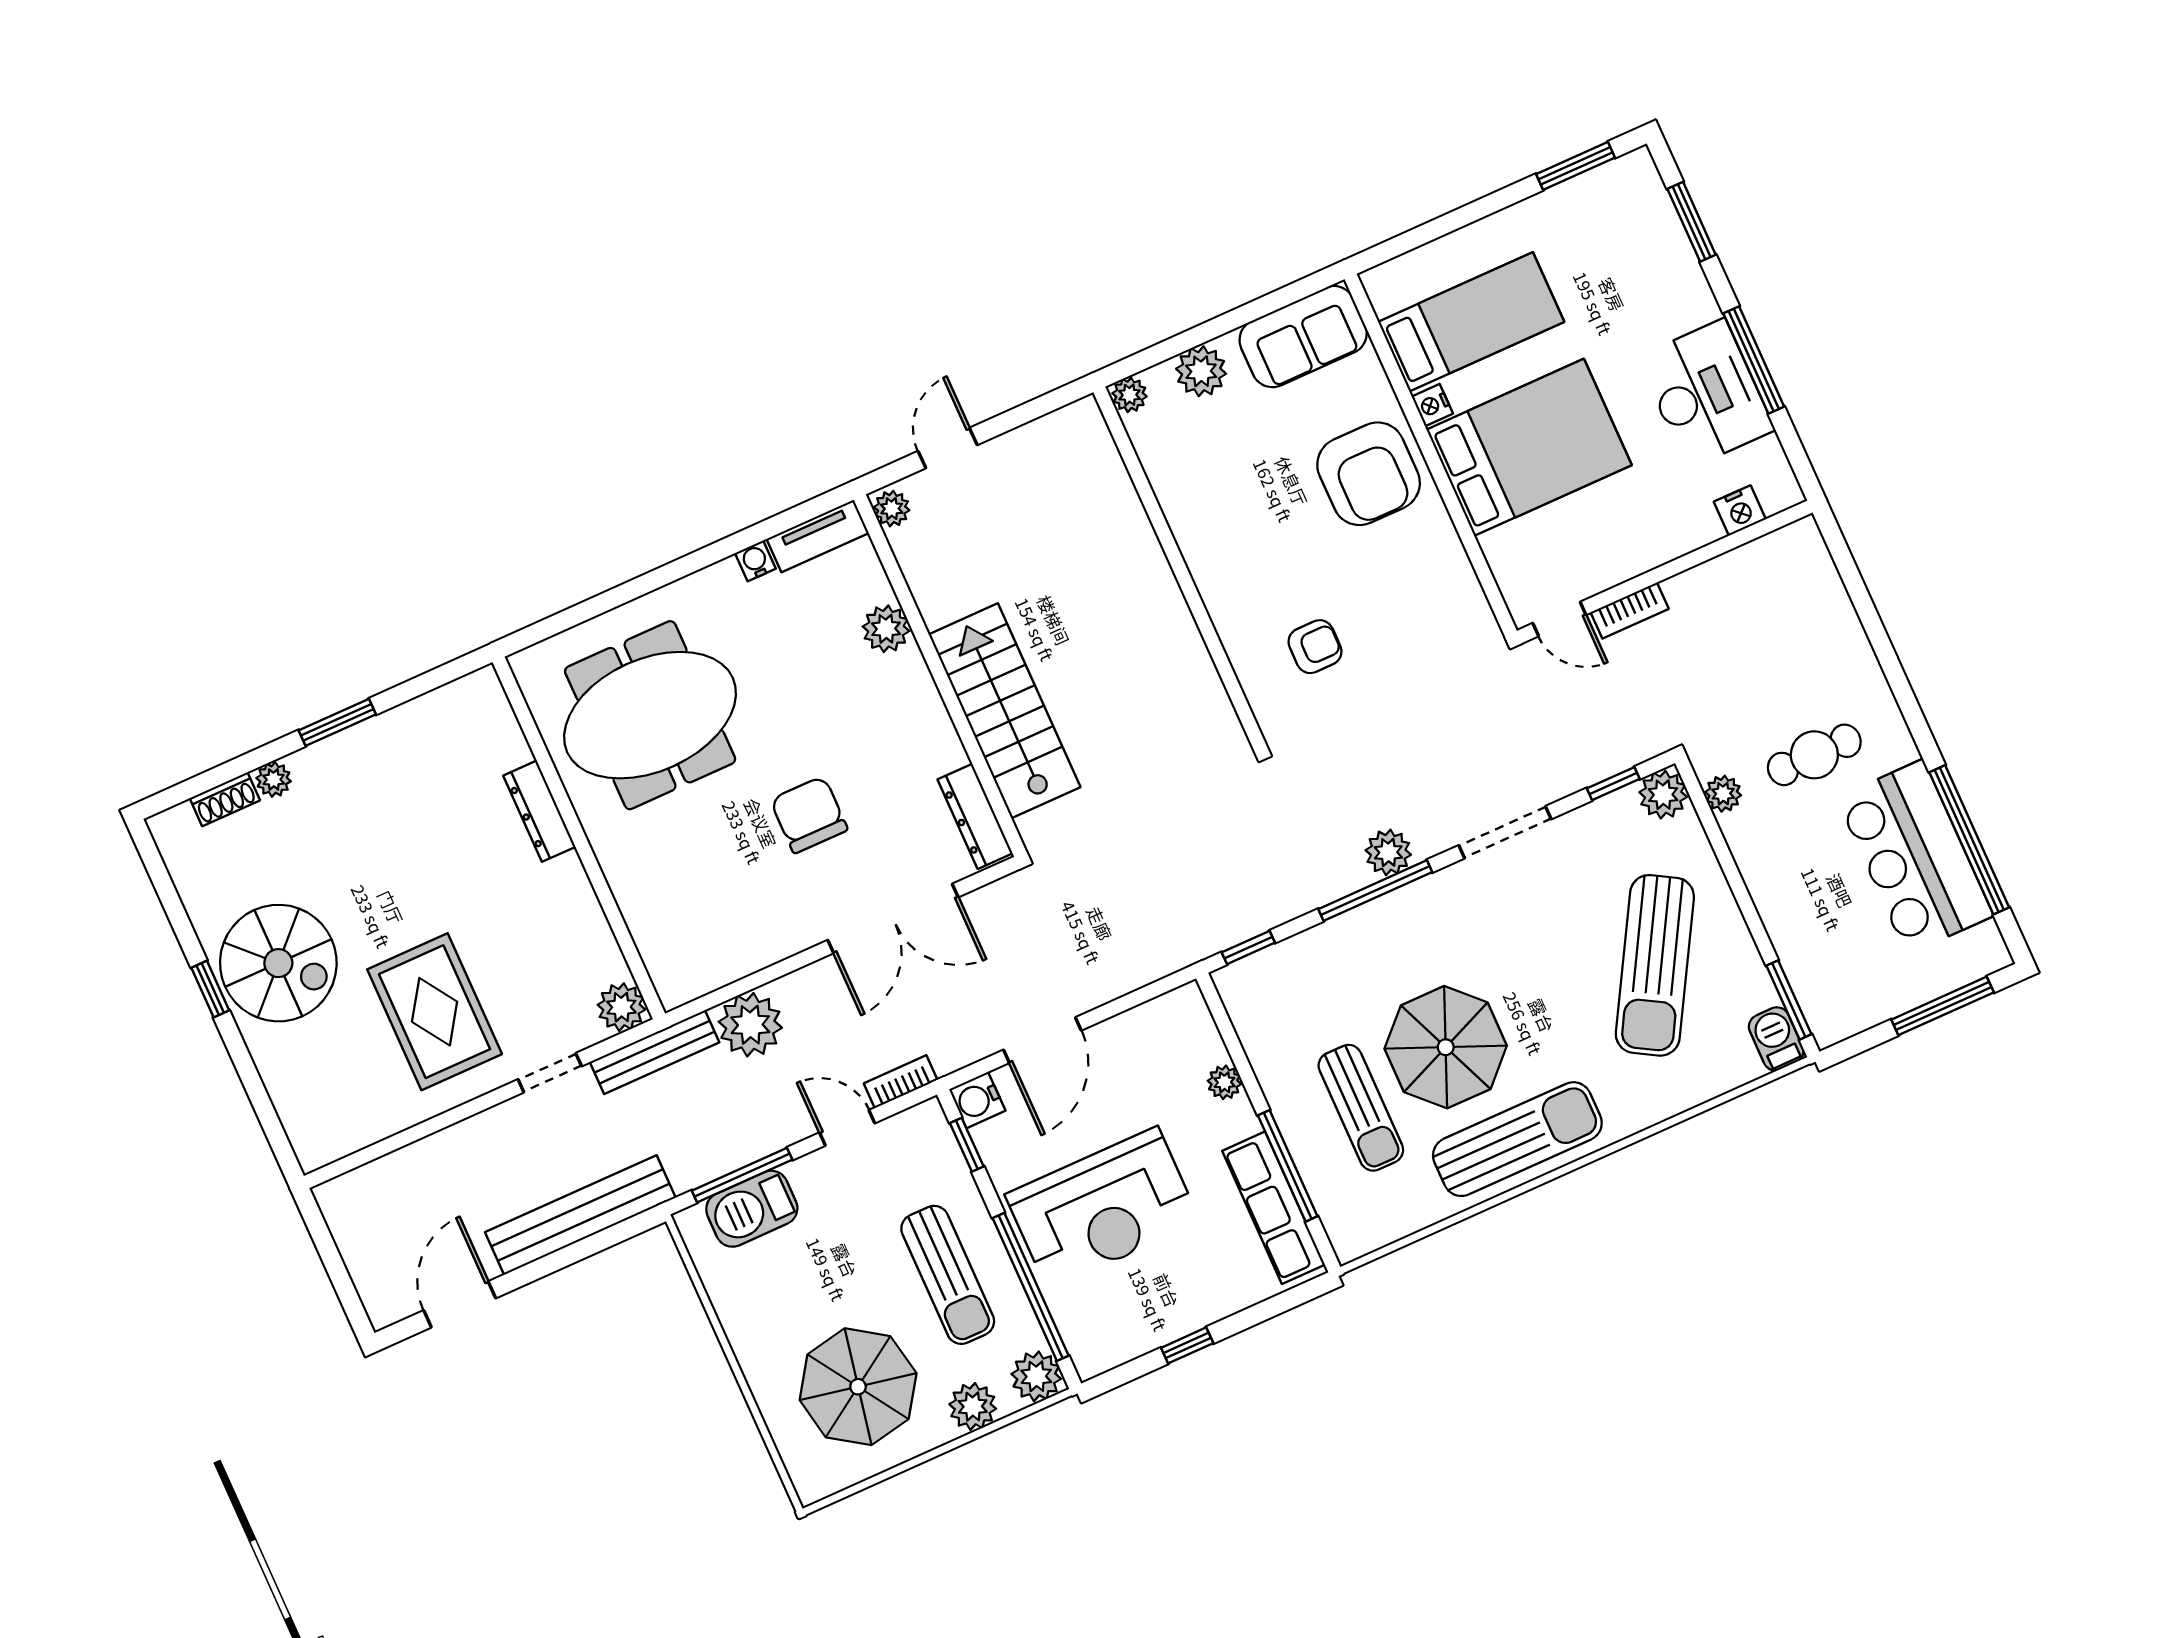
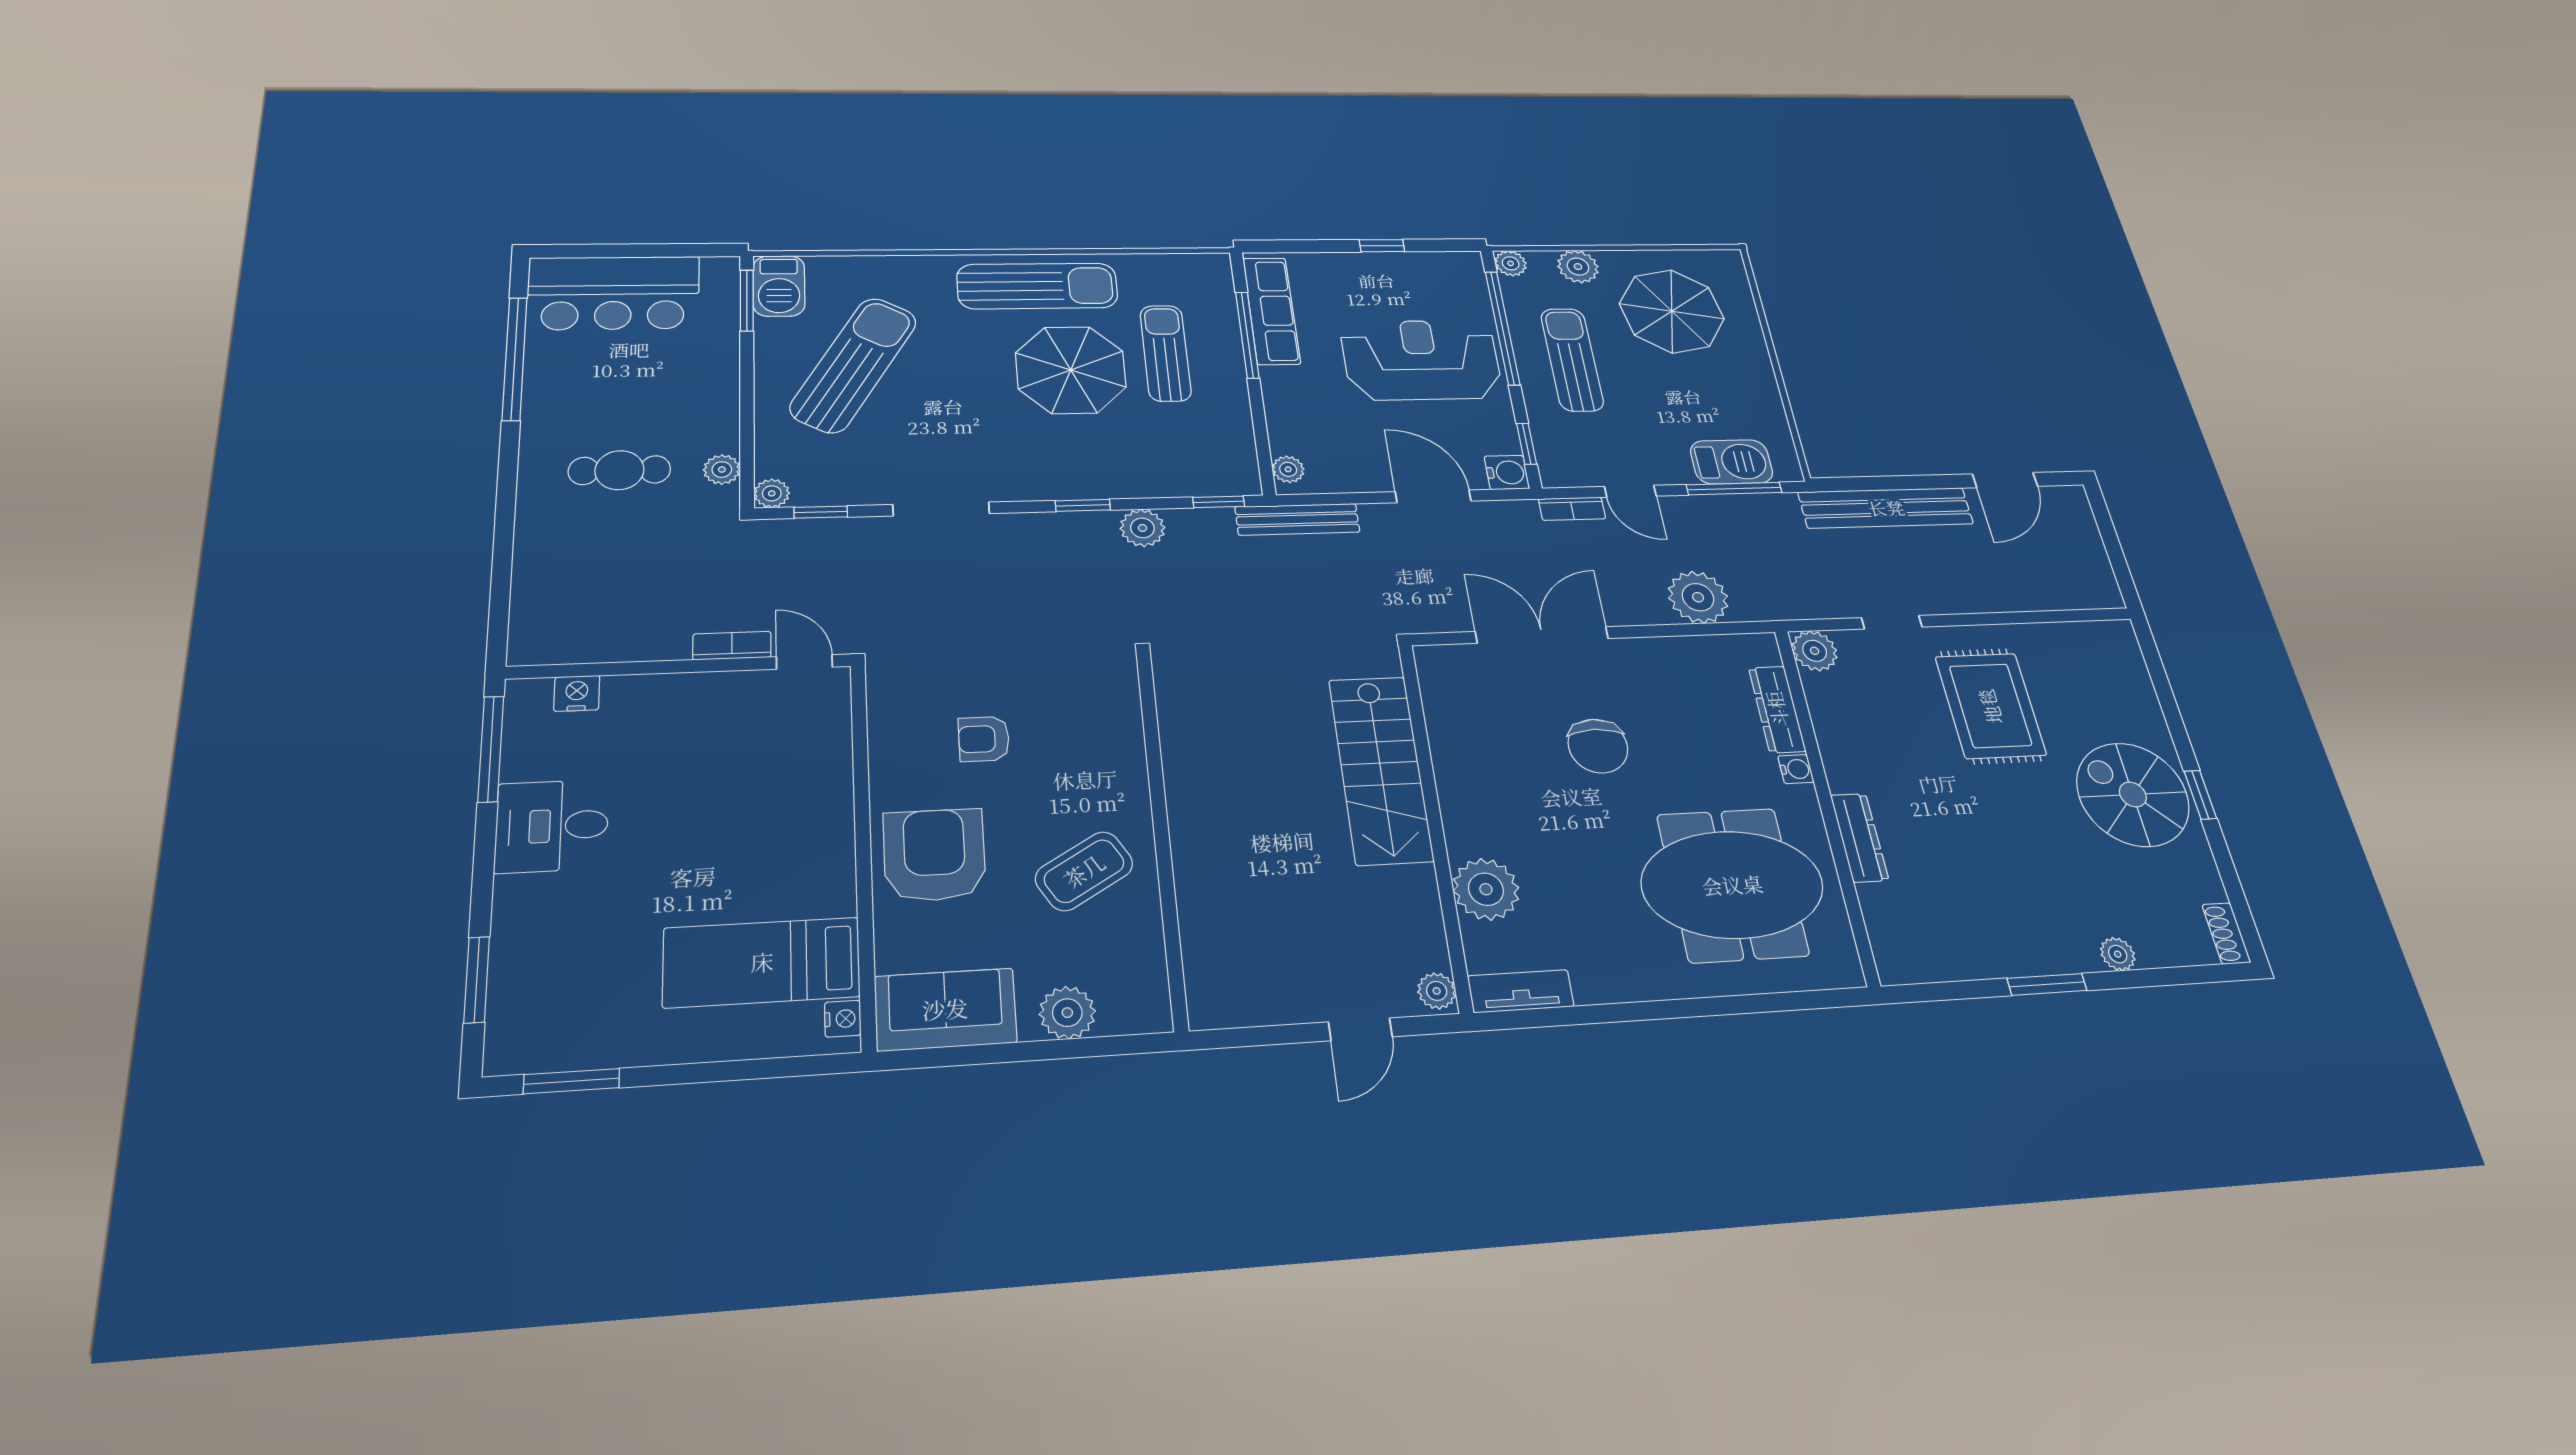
window: (1754, 360) -> (491, 749), moved
desk: (1706, 394) -> (552, 826), width x0.73
plant: (1129, 395) -> (1152, 1016), removed
nightstand: (1432, 405) -> (843, 1019), moved
bed: (1529, 447) -> (759, 823), removed
coffee table: (1235, 507) -> (1084, 871), added
water cooler: (755, 561) -> (1796, 769), moved, turned -90
plant: (886, 629) -> (1486, 889), width x1.36, depth x1.36
armchair: (1315, 647) -> (984, 739), moved
plant: (1663, 795) -> (772, 493), width x0.73, depth x0.73
shoe rack: (225, 799) -> (2226, 933), moved, turned -90
dresser: (975, 816) -> (1777, 709), moved, turned 180
plant: (1388, 852) -> (1142, 528), moved
bar counter: (1915, 857) -> (614, 293), moved, turned 90
window: (1375, 891) -> (1083, 505), width x0.46
window: (1943, 1006) -> (613, 251), removed
barbecue: (1776, 1039) -> (779, 286), width x1.38, depth x1.27
door: (1042, 1040) -> (1433, 496), hinge flipped
bench: (655, 1052) -> (1297, 519), moved
plant: (1224, 1082) -> (1288, 469), moved
sun lounger: (1517, 1139) -> (1037, 286), turned 180
plant: (1036, 1376) -> (1511, 263), width x0.73, depth x0.73

